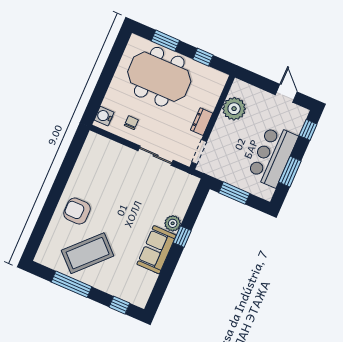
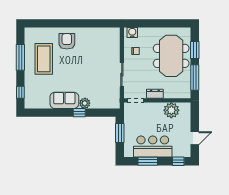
window: (203, 57) -> (195, 77), width x2.17
coffee table: (88, 253) -> (44, 59), turned 46

